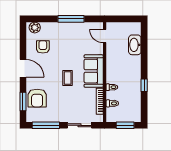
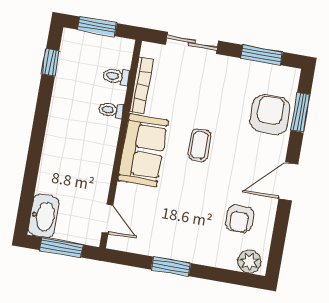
window: (71, 19) -> (171, 266), width x0.69
window: (124, 19) -> (61, 247), added
washbasin: (135, 45) -> (44, 216), moved
door: (23, 68) -> (288, 182), hinge flipped
window: (144, 85) -> (50, 62), moved
window: (46, 125) -> (262, 55), width x0.69

